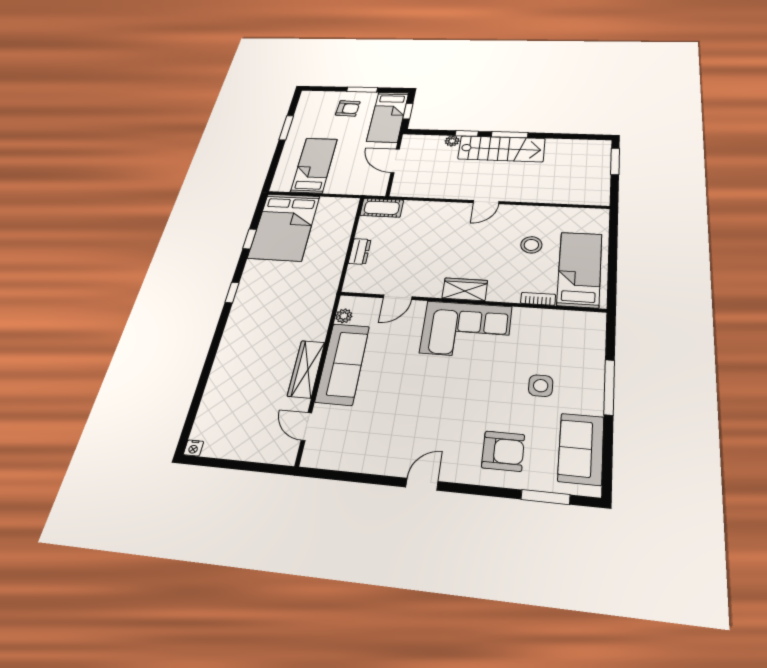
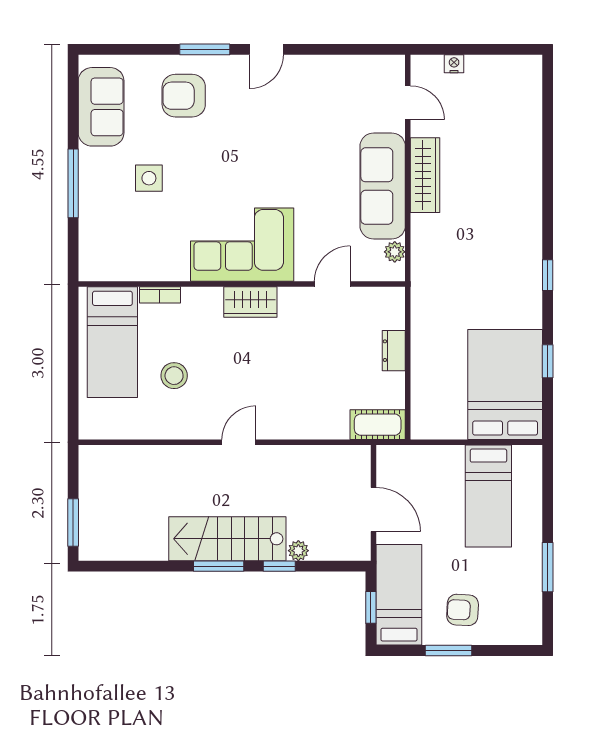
nightstand: (193, 448) -> (454, 64), moved
window: (545, 497) -> (205, 49), moved

